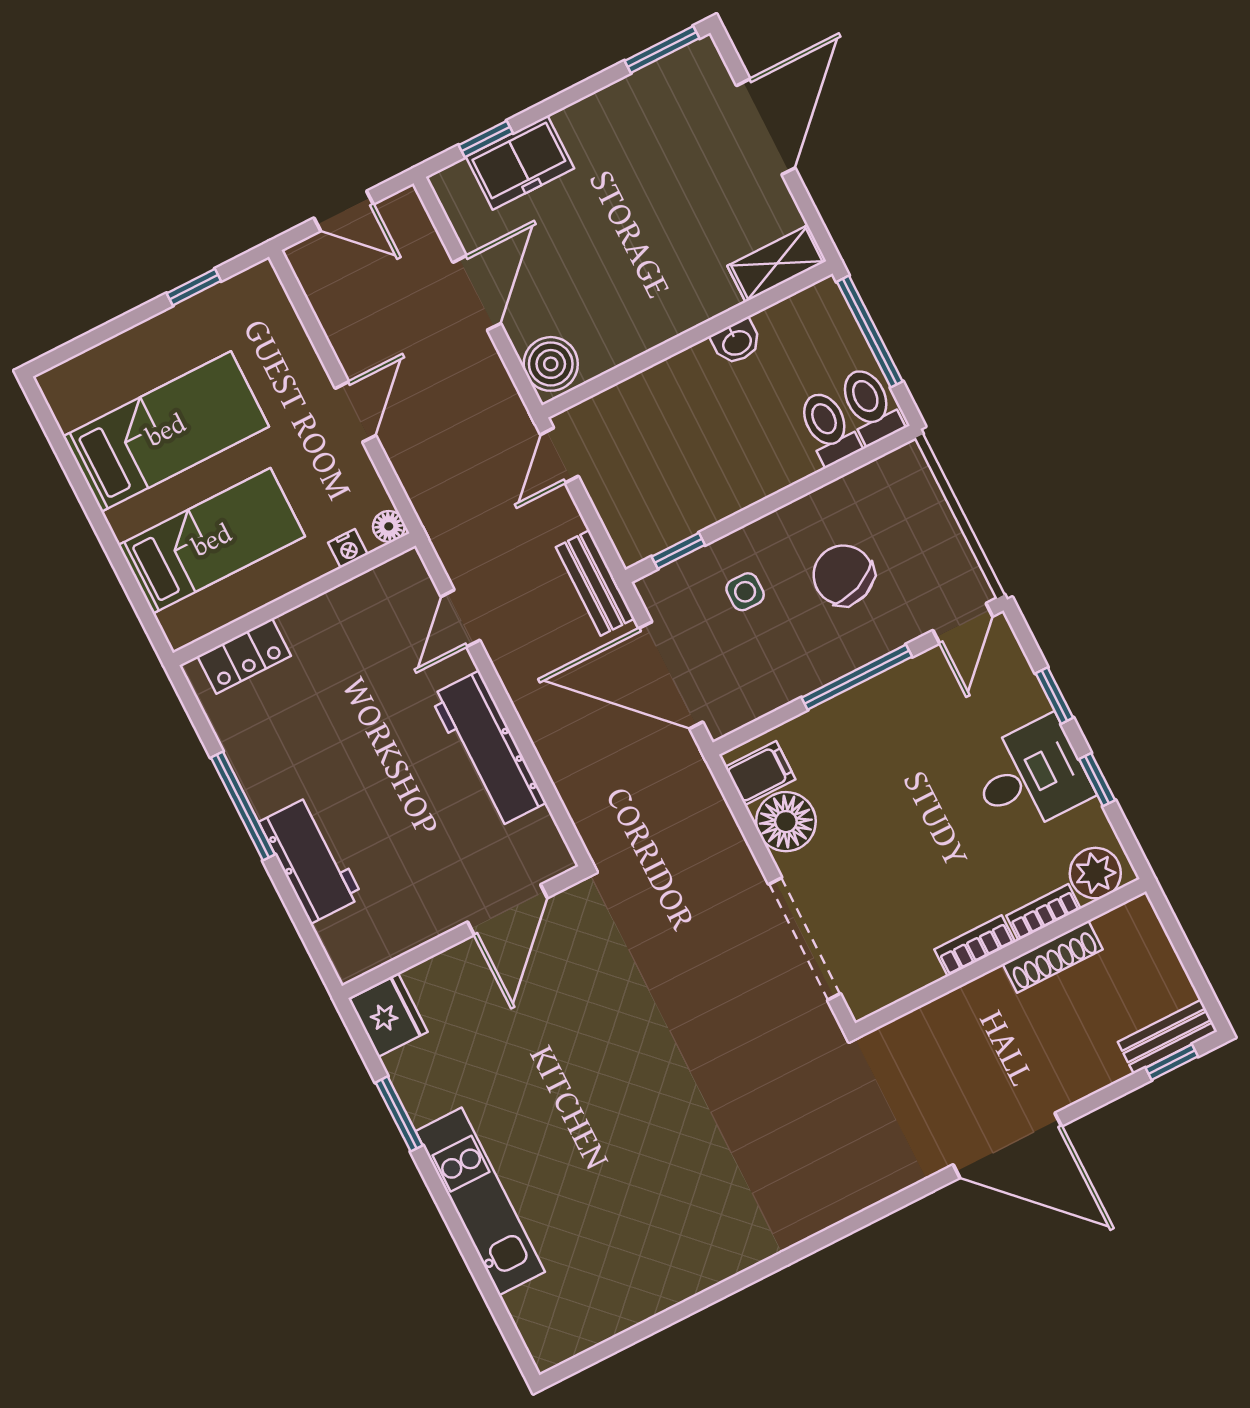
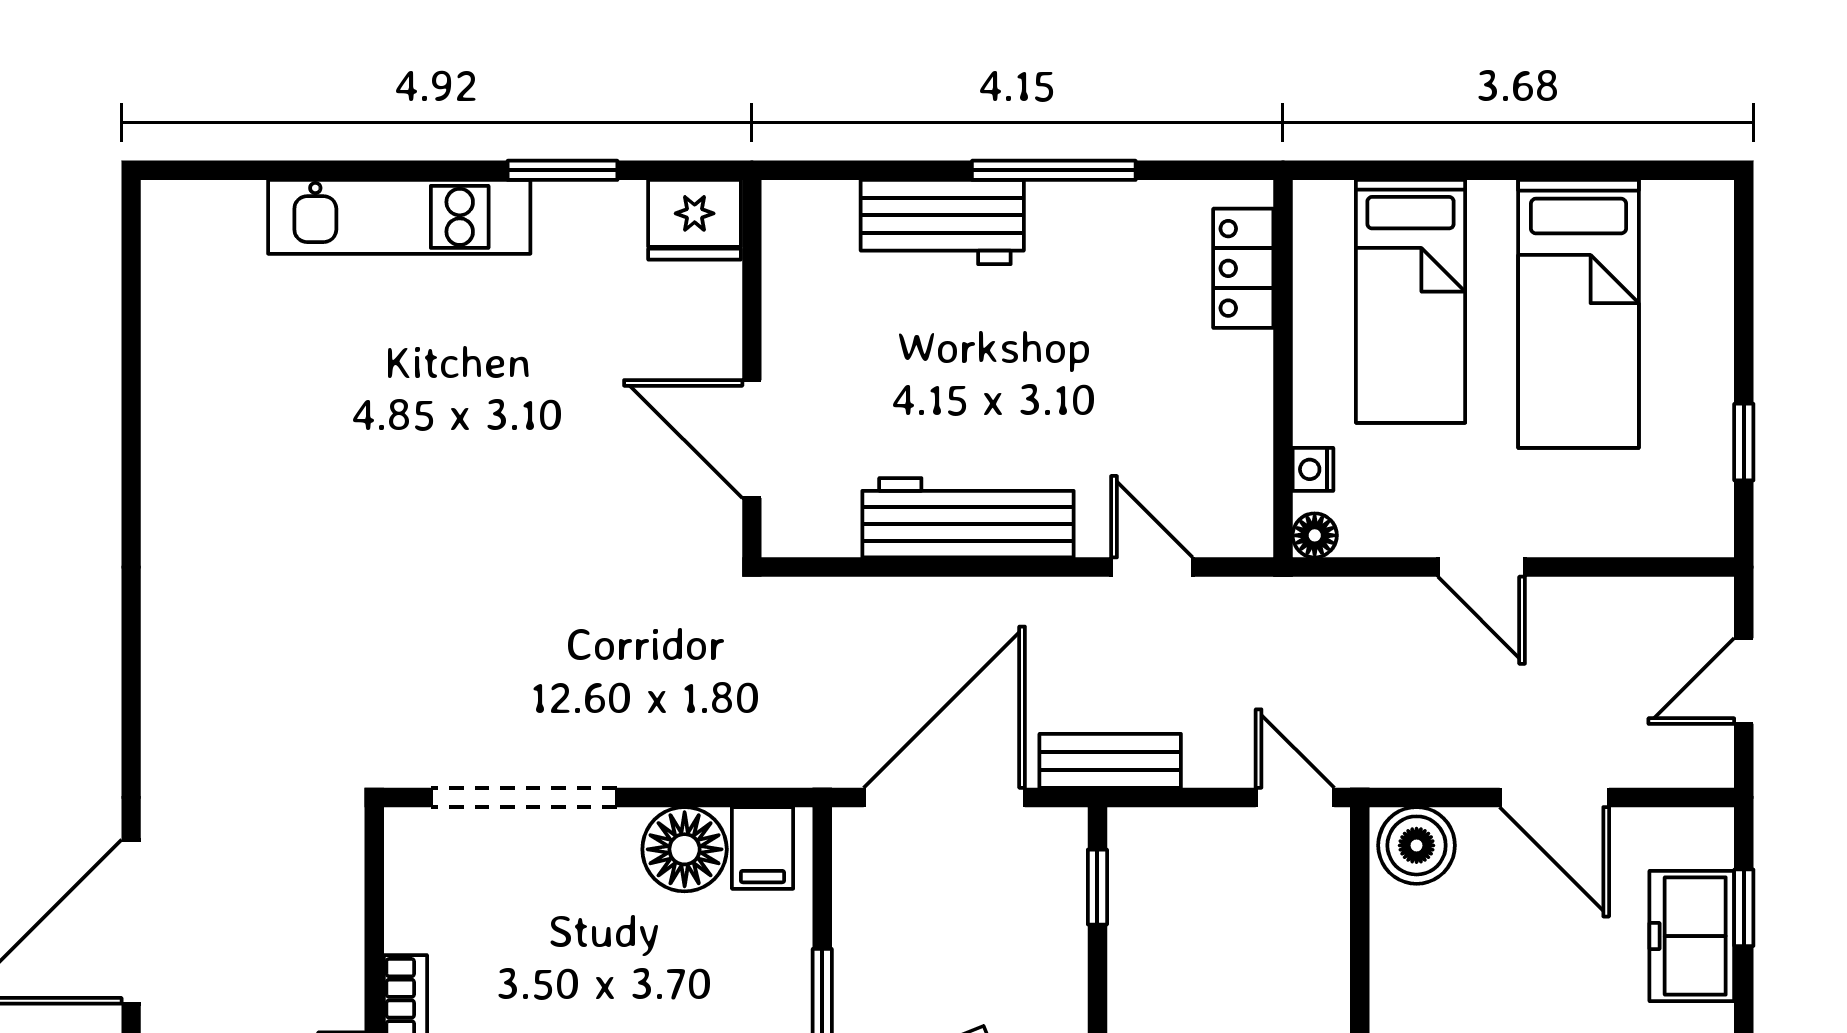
side table: (745, 592) -> (1002, 945), removed

